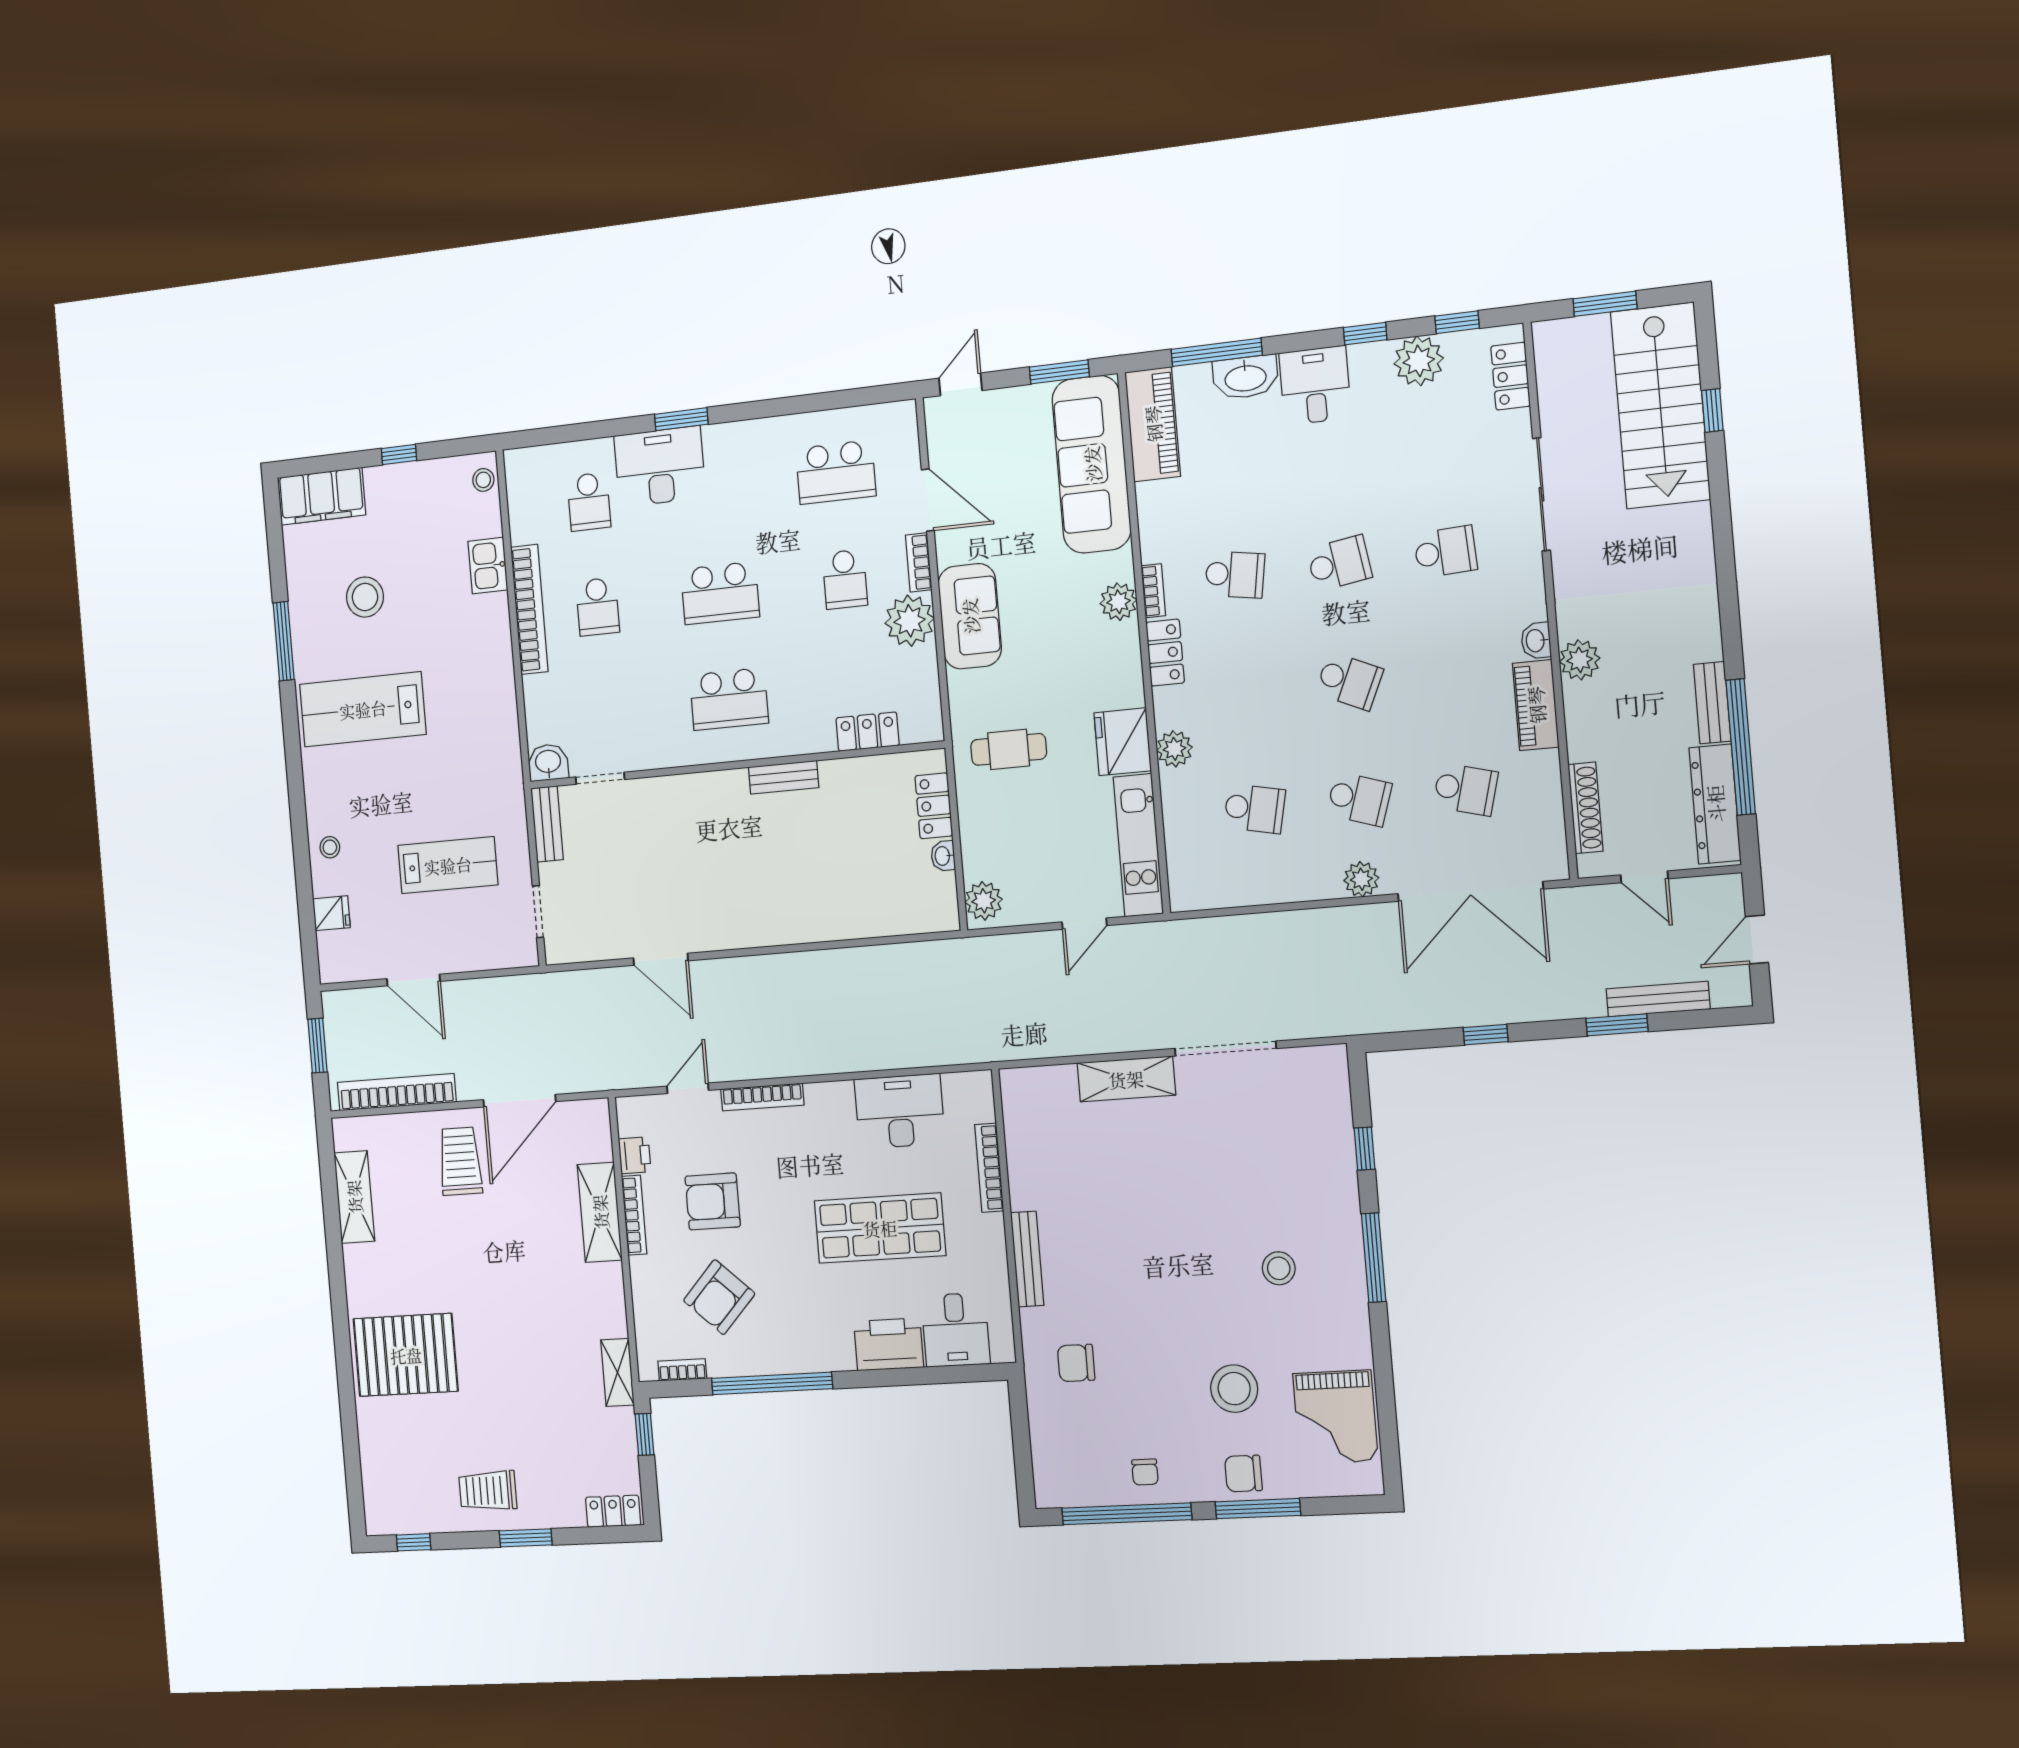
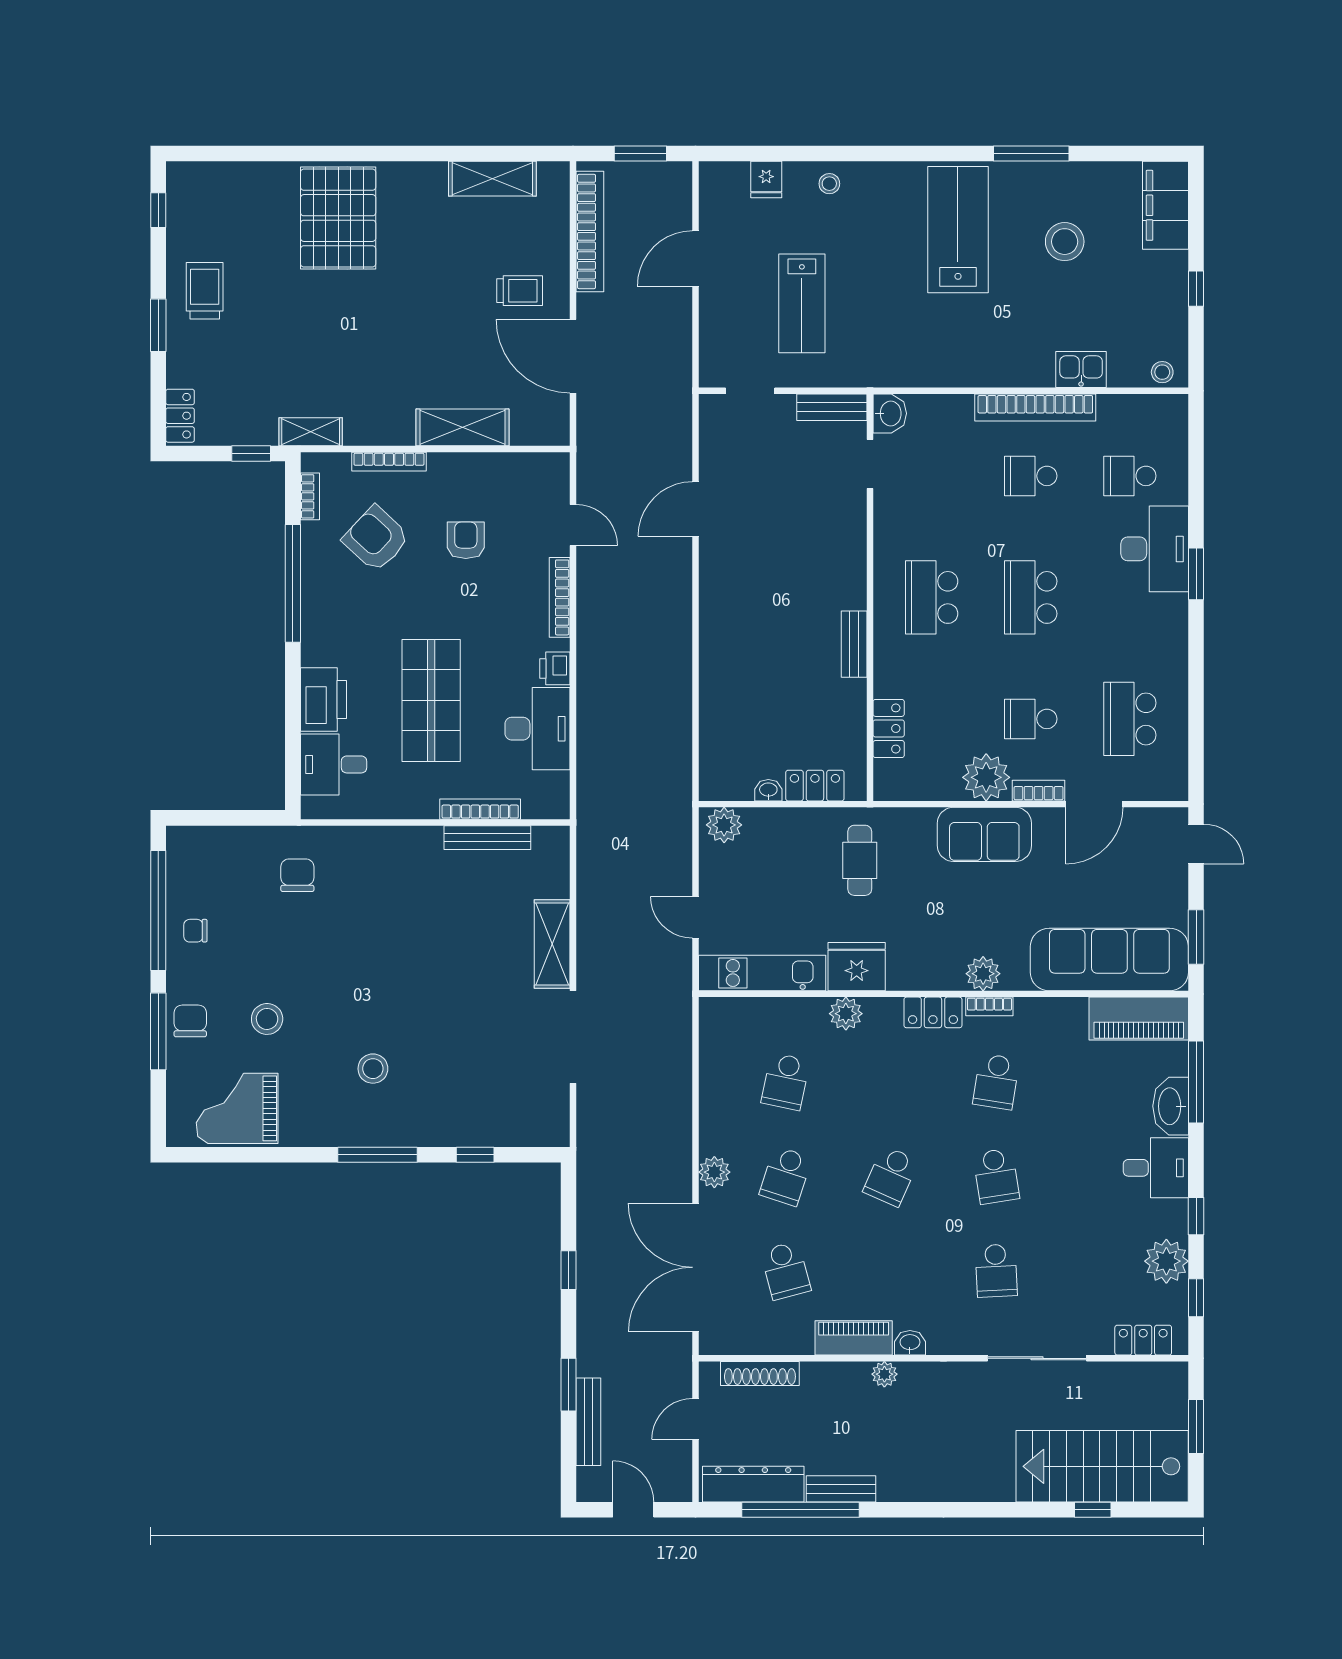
plant: (1580, 660) -> (884, 1374), width x0.73, depth x0.73
school desk: (1465, 789) -> (786, 1271), turned -30
printer: (635, 1155) -> (555, 668), moved, turned 90
trolley: (460, 1161) -> (520, 291), width x0.73, depth x0.72
armchair: (713, 1201) -> (466, 540), width x0.72, depth x0.72
bookcase: (634, 1215) -> (389, 462), moved
bench: (1027, 1259) -> (487, 838), moved
stool: (1234, 1389) -> (267, 1019), width x0.73, depth x0.73

